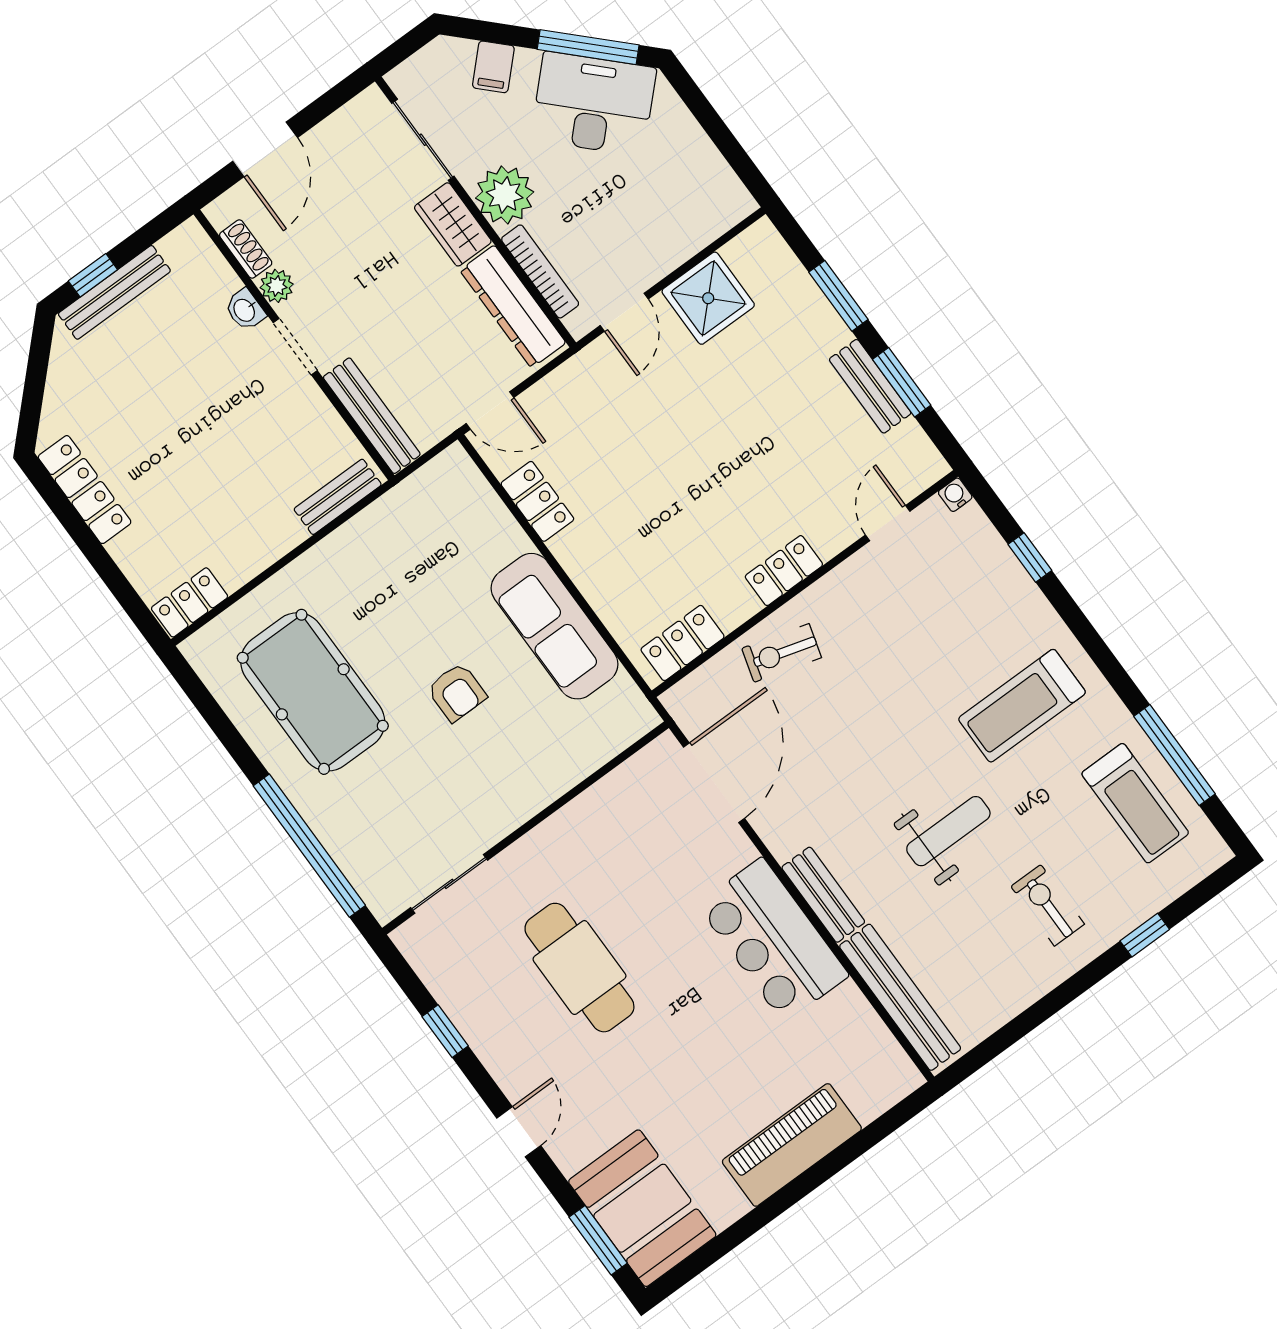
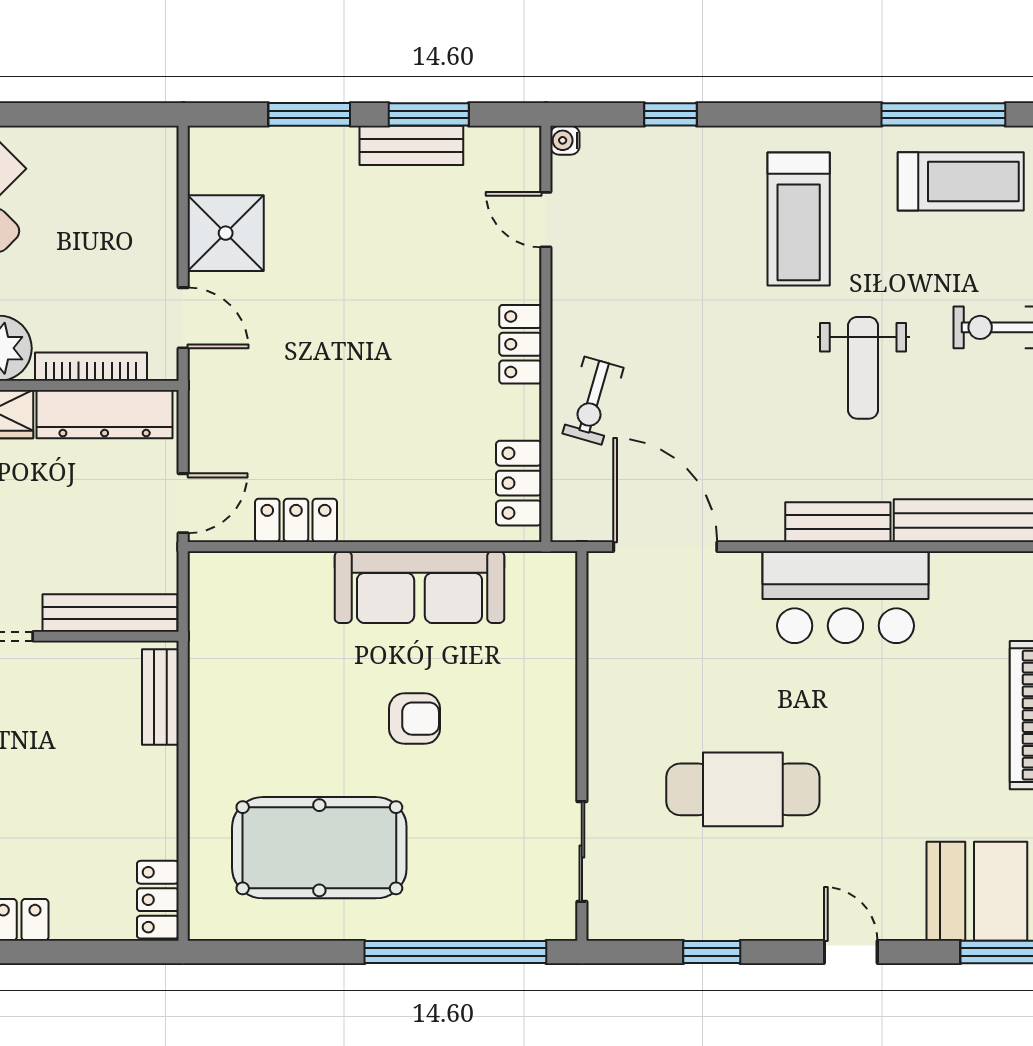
weight bench: (948, 831) -> (863, 368), turned 180

